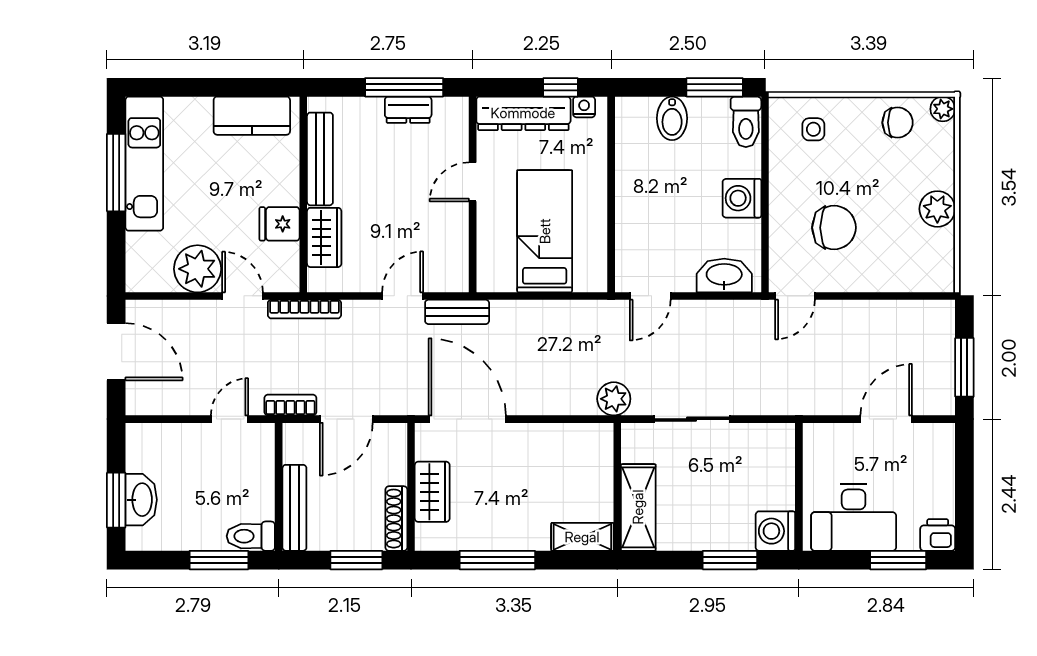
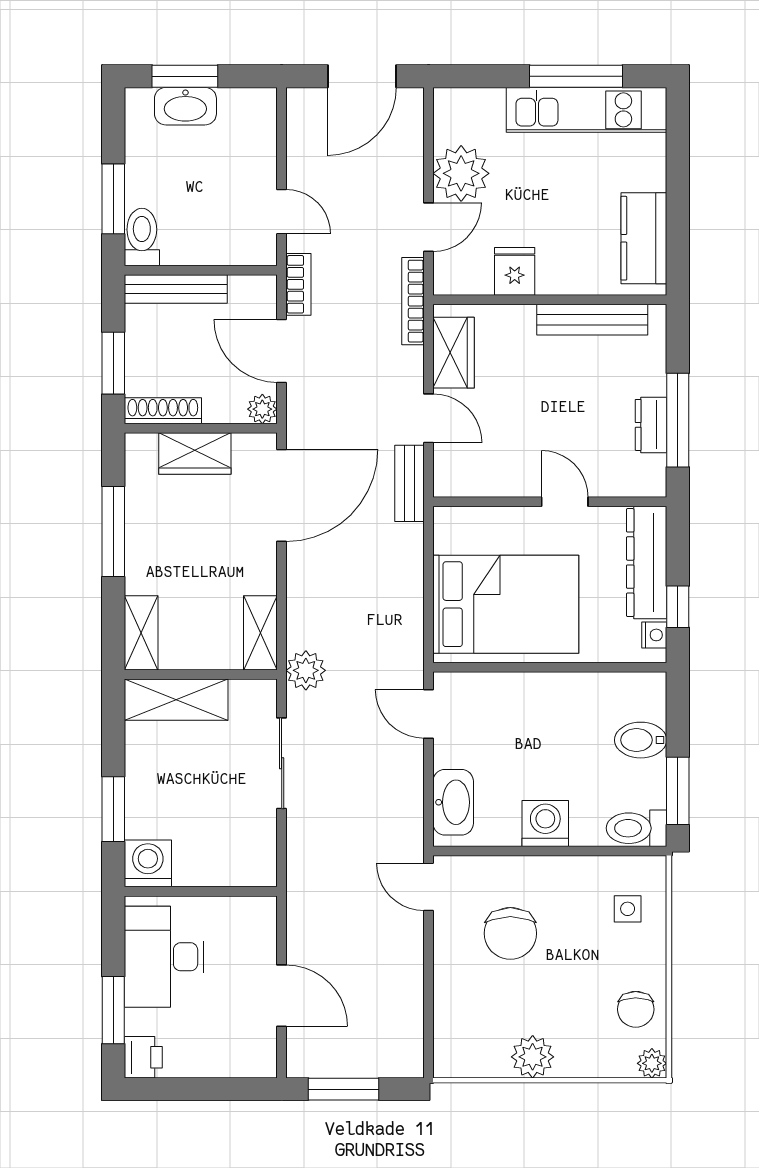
bed: (545, 231) -> (506, 604), width x1.50
wardrobe: (324, 237) -> (454, 353), moved, turned -90
plant: (395, 435) -> (262, 409), added
shelving: (582, 437) -> (260, 633), added

